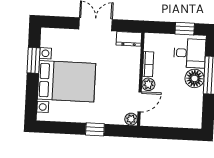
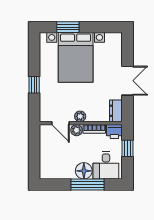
window: (185, 29) -> (127, 148), moved
printer: (152, 42) -> (114, 132), added
window: (33, 60) -> (68, 27), moved
plant: (131, 119) -> (80, 116), moved

